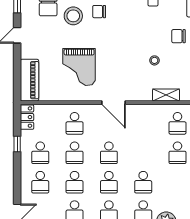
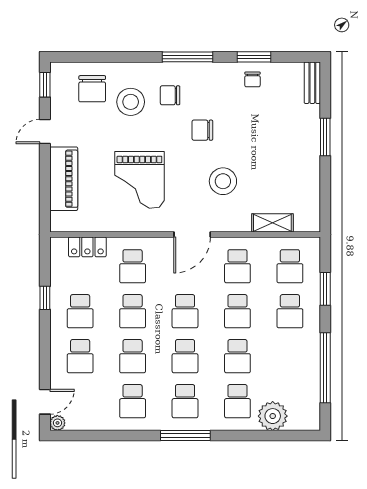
chair: (178, 36) -> (202, 130), moved
stool: (154, 60) -> (223, 181), moved, width x1.89, depth x1.89
piano: (29, 80) -> (64, 179), moved
door: (114, 103) -> (192, 234), hinge flipped
locker: (27, 117) -> (87, 247), moved, turned 90
school desk: (143, 123) -> (237, 266), added
school desk: (143, 153) -> (237, 311), added

